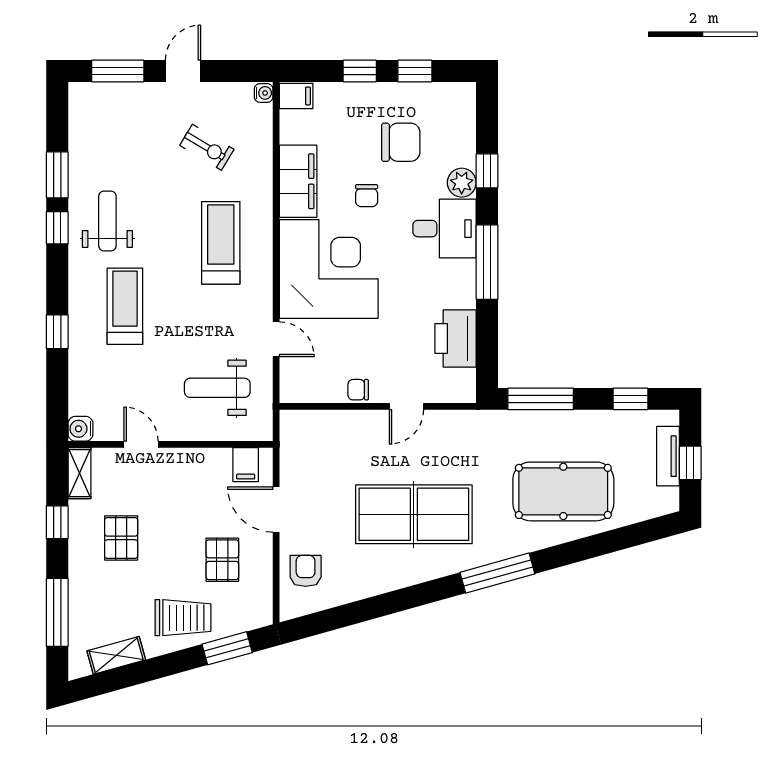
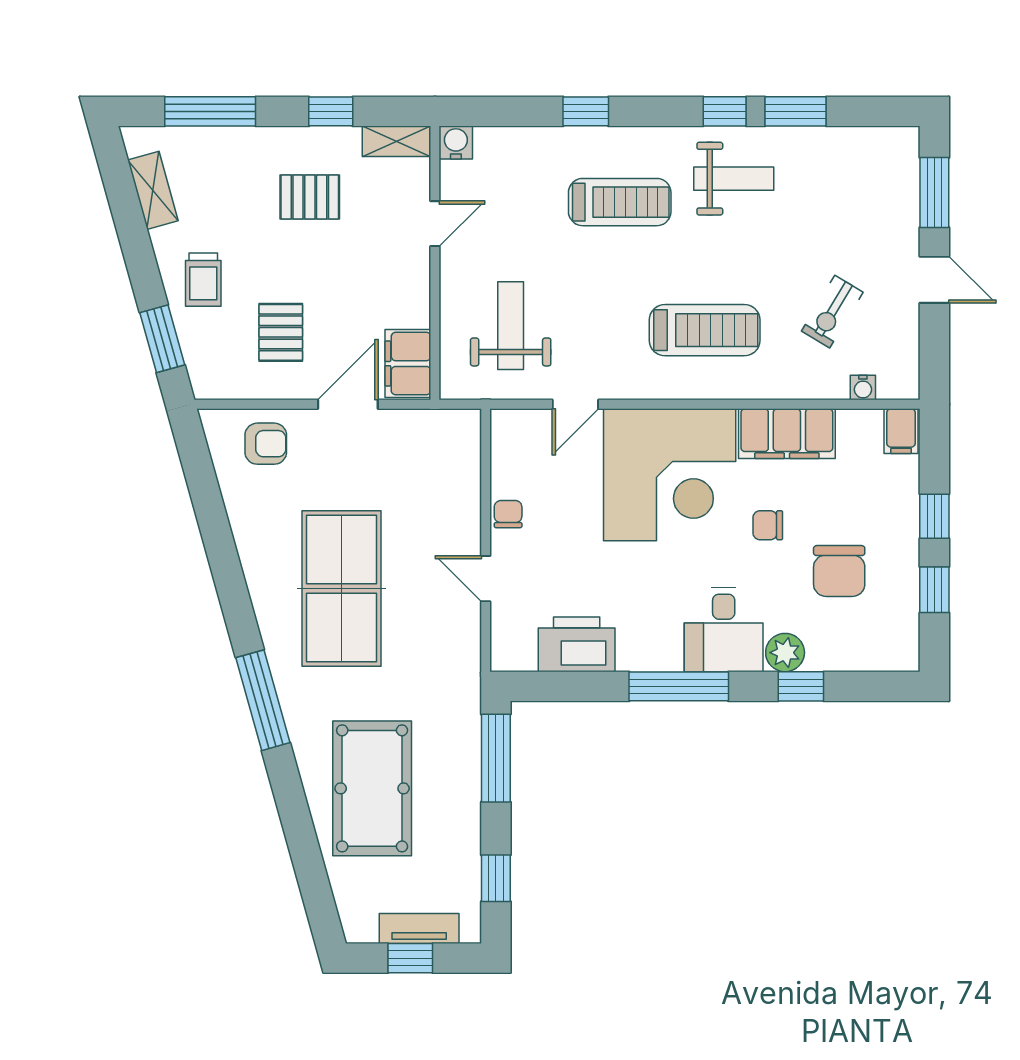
water cooler: (264, 93) -> (863, 388), moved
filing cabinet: (246, 465) -> (408, 364), width x2.00
pallet: (222, 560) -> (281, 332), turned 90
trolley: (183, 618) -> (203, 280), width x0.73, depth x0.72

